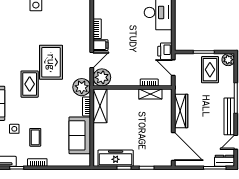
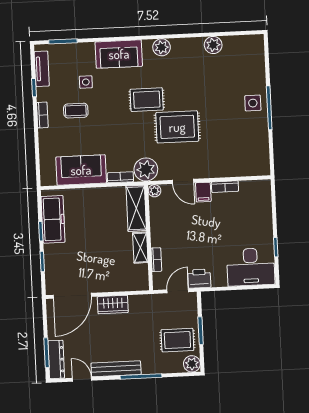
plant: (102, 77) -> (155, 191), width x0.53, depth x0.53
shelving: (150, 94) -> (140, 248), moved
shelving: (100, 106) -> (136, 208), moved, turned 90
wardrobe: (181, 111) -> (113, 305), width x0.67
dresser: (224, 161) -> (56, 359), width x1.44

